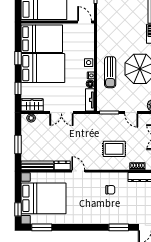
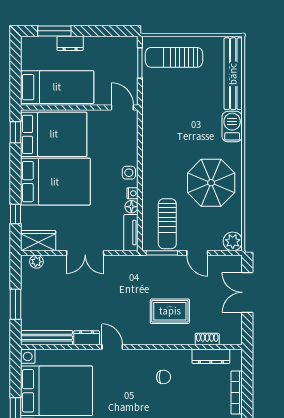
window: (18, 58) -> (15, 132), moved
sun lounger: (110, 72) -> (167, 224), moved

